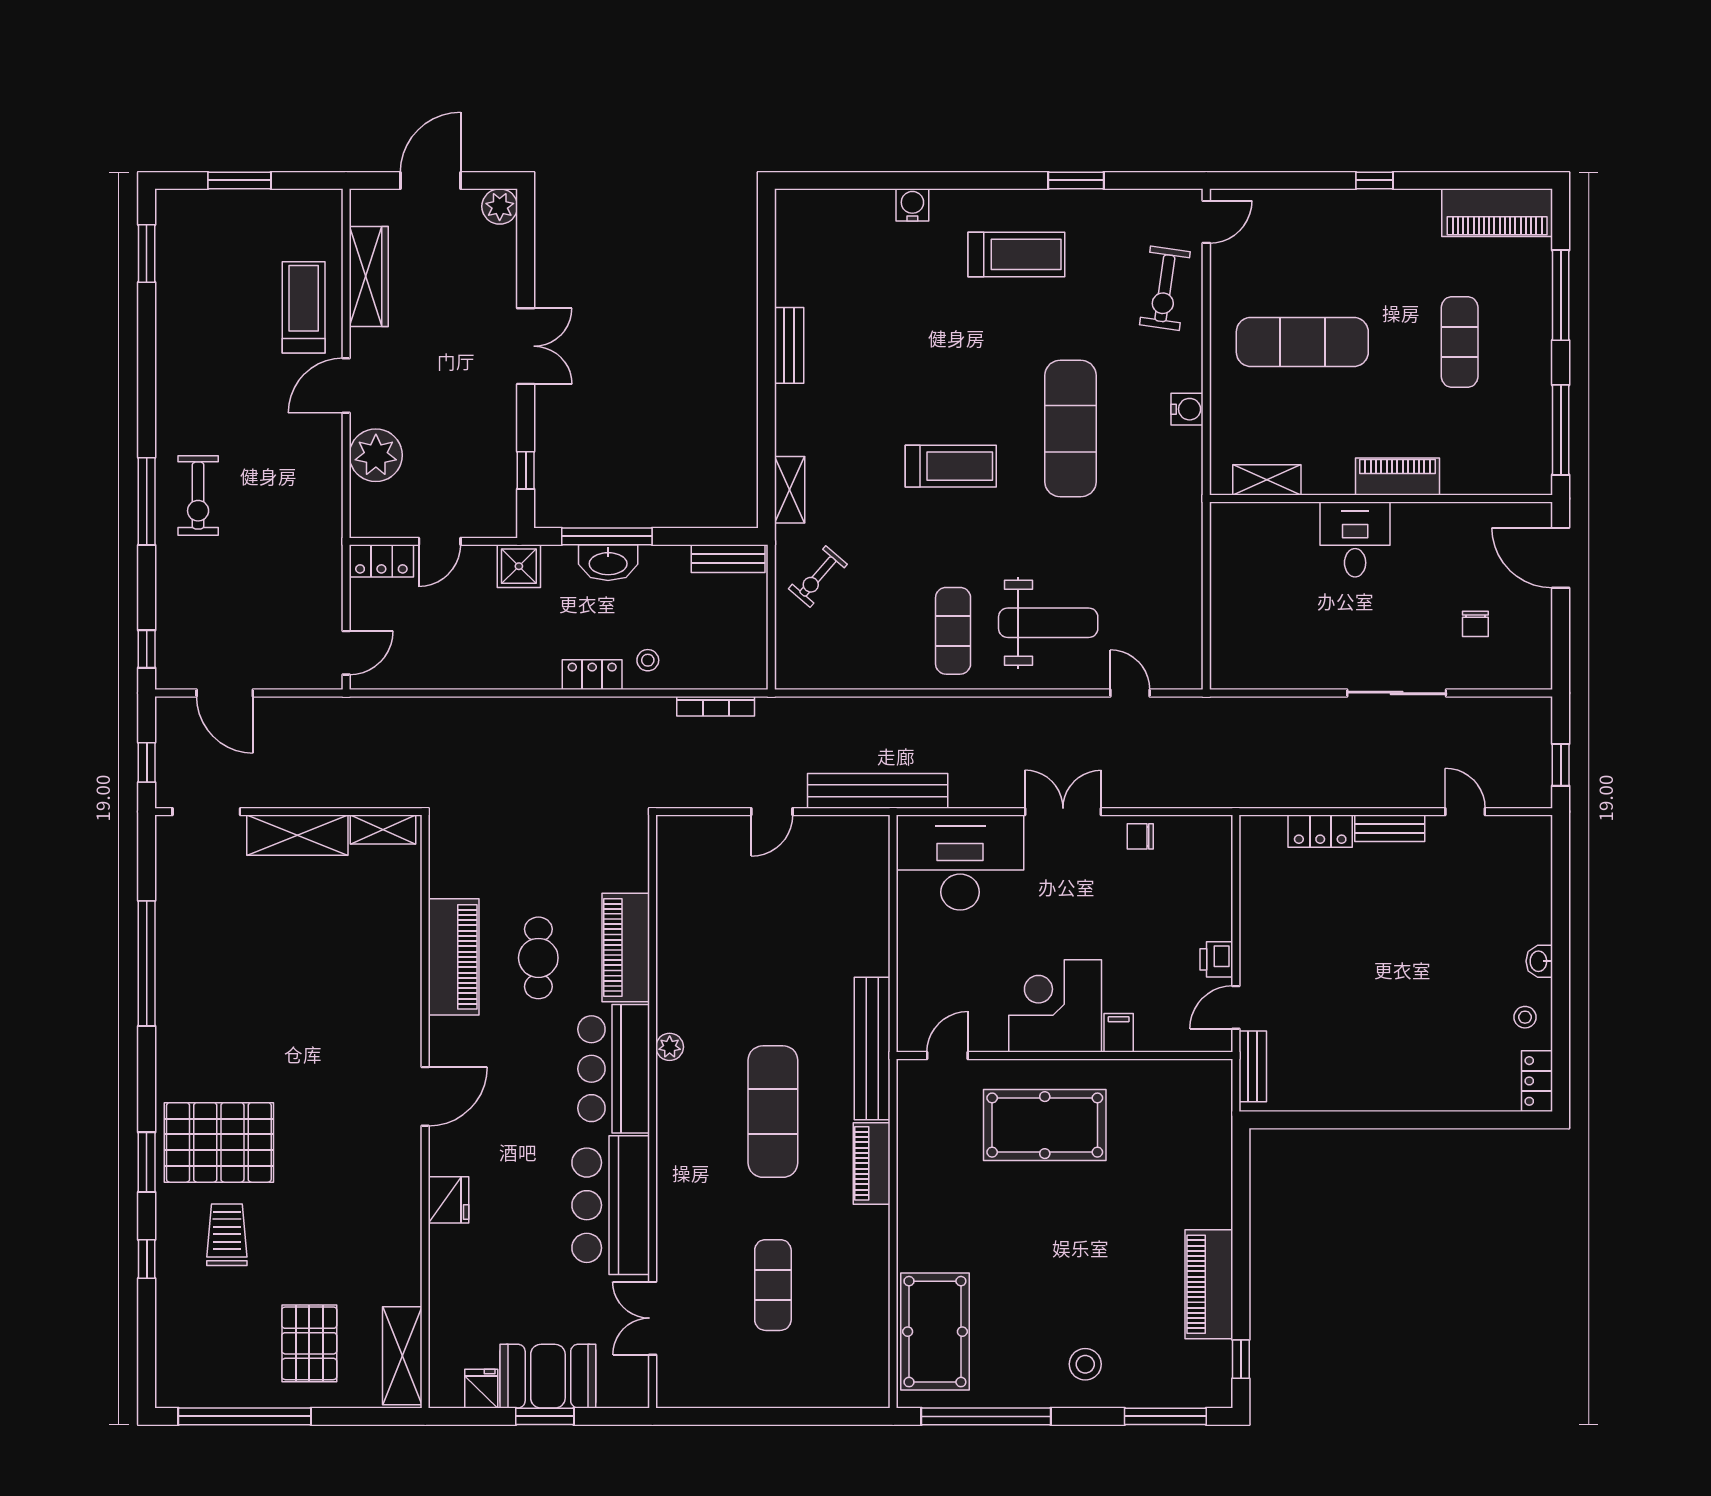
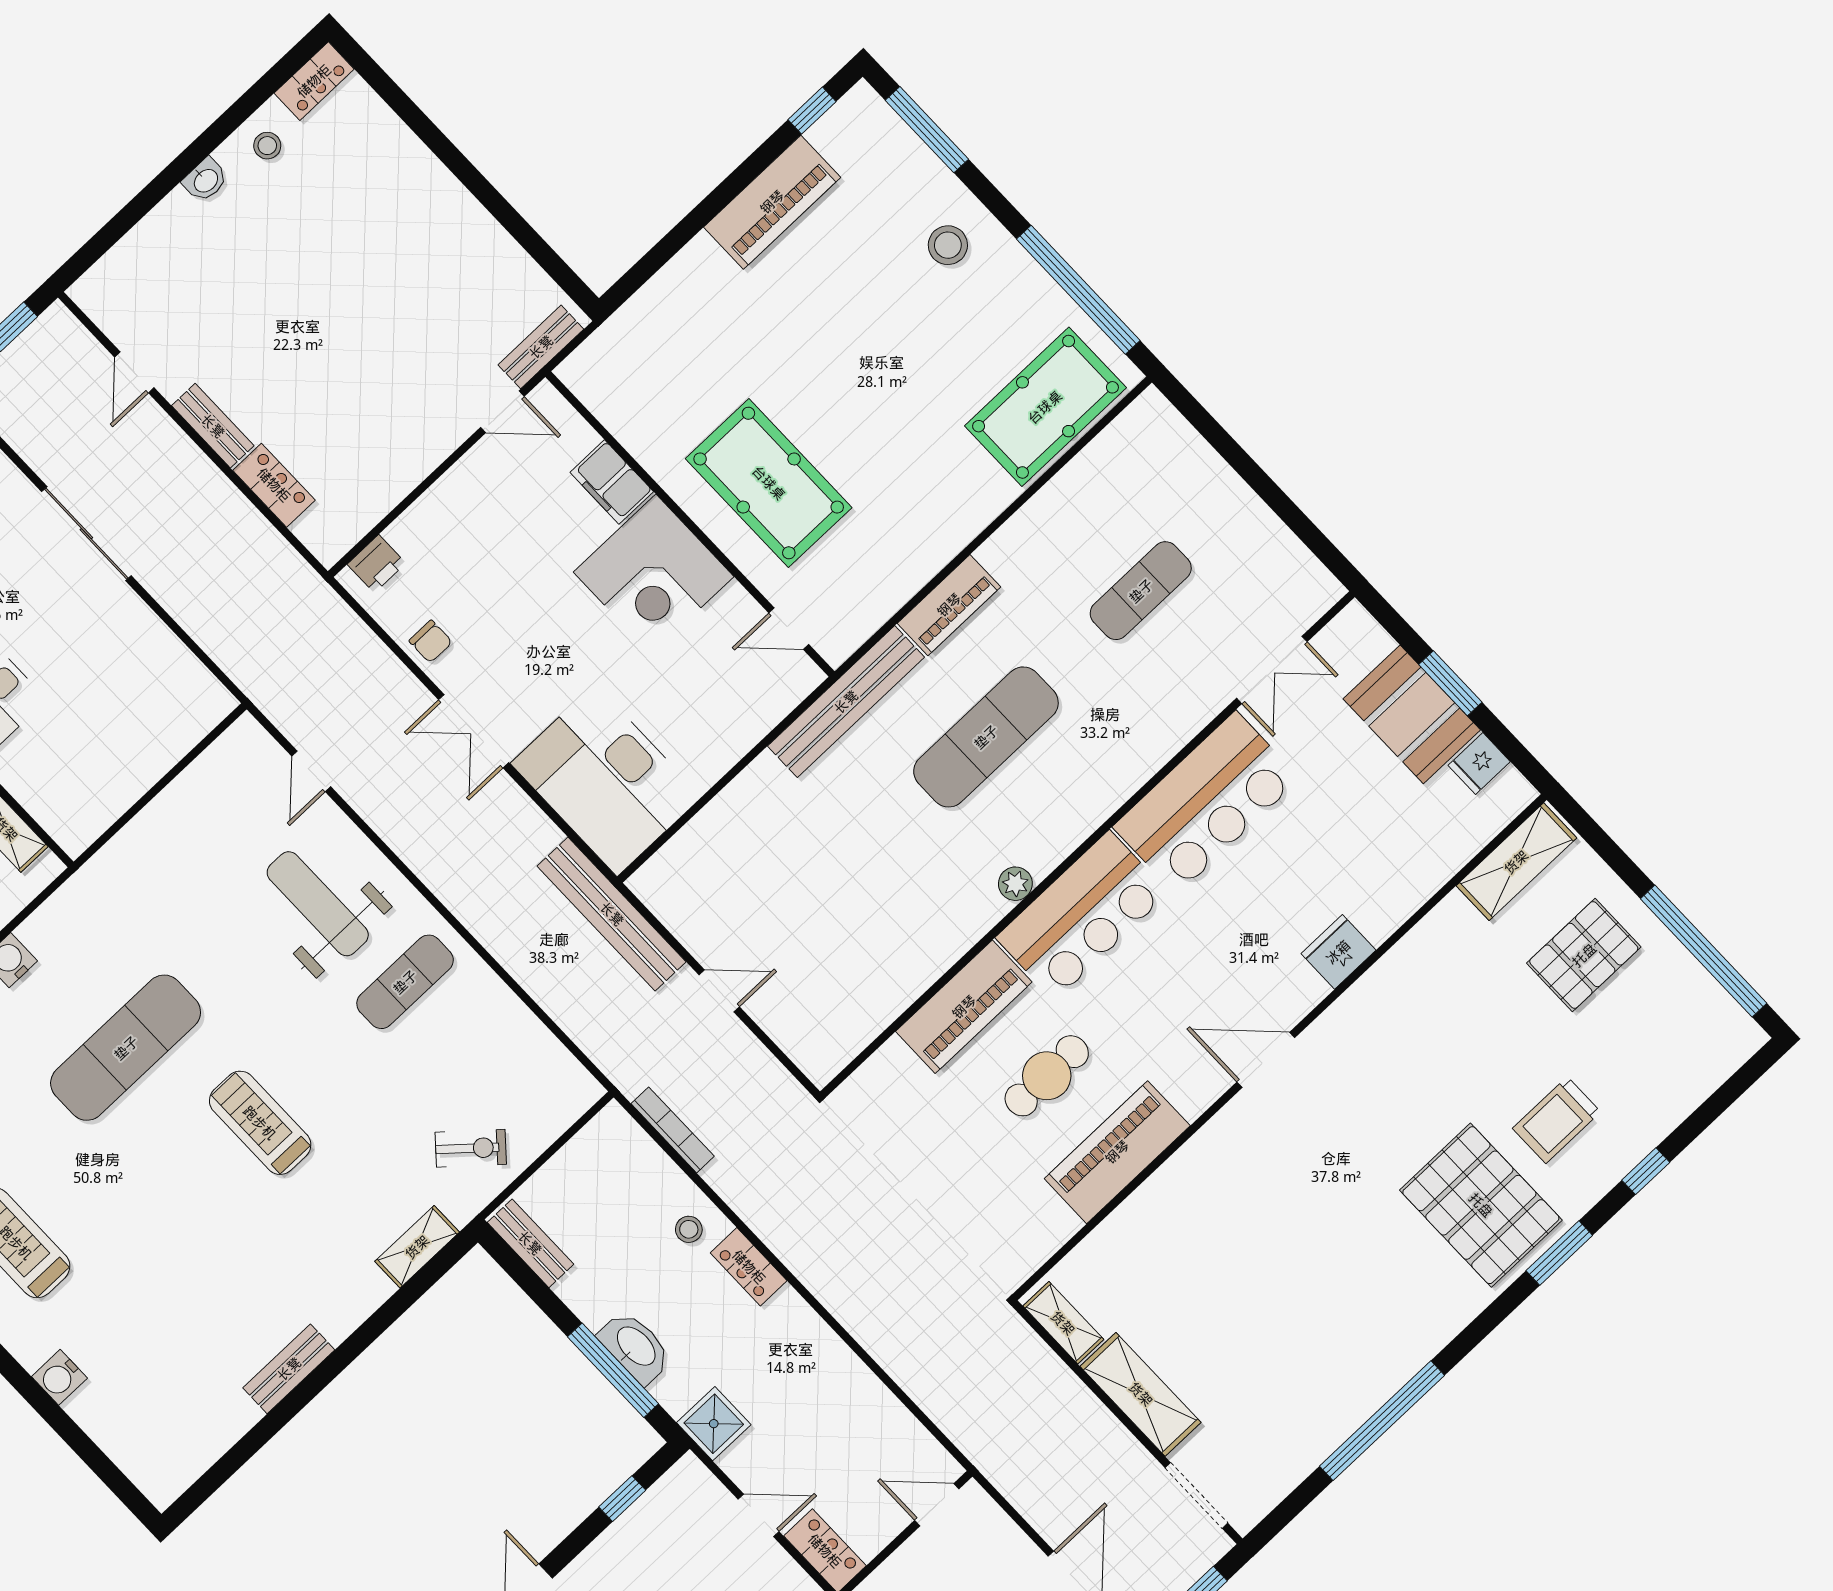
printer: (1216, 959) -> (376, 564), moved
filing cabinet: (1119, 1033) -> (612, 482), width x2.00

